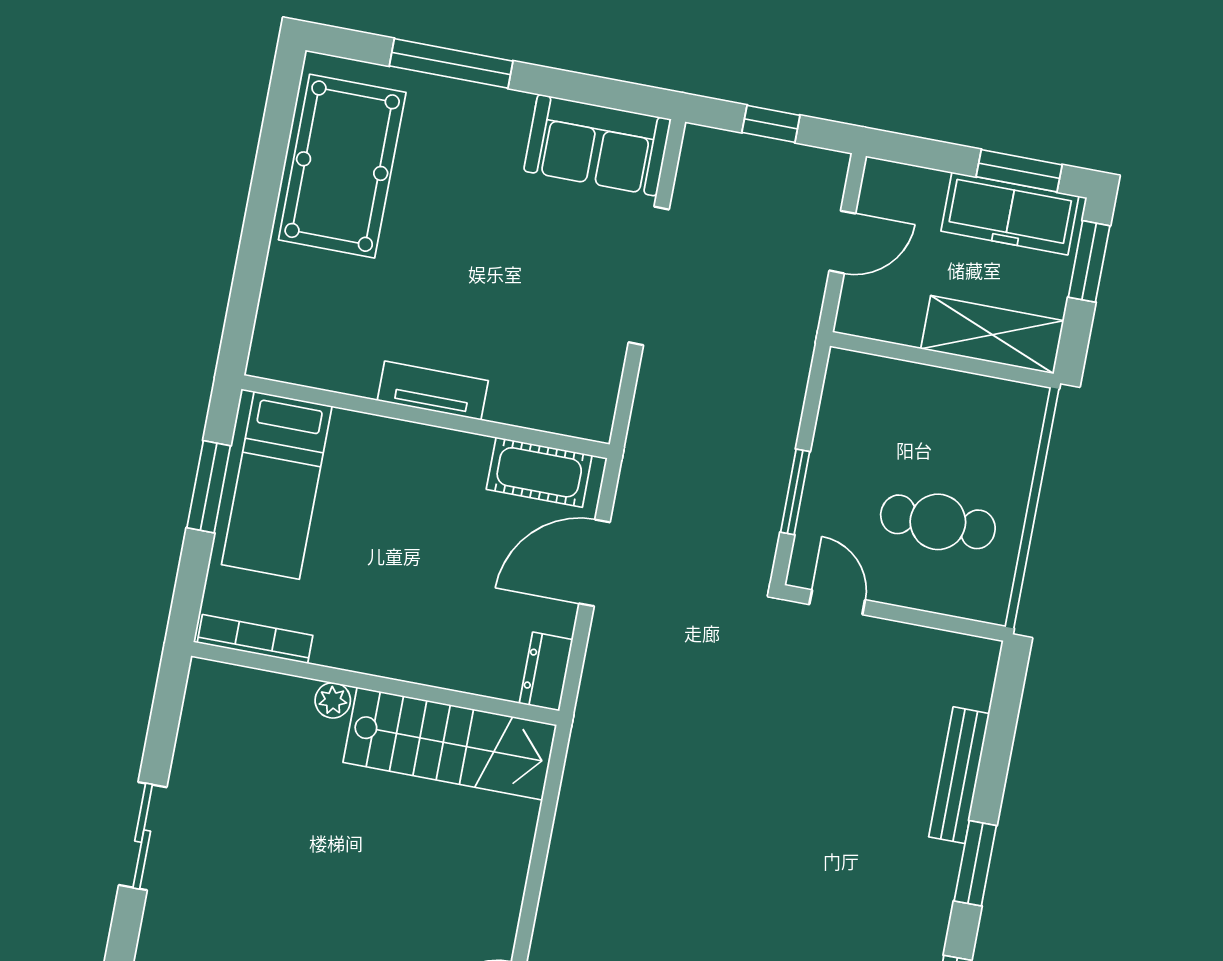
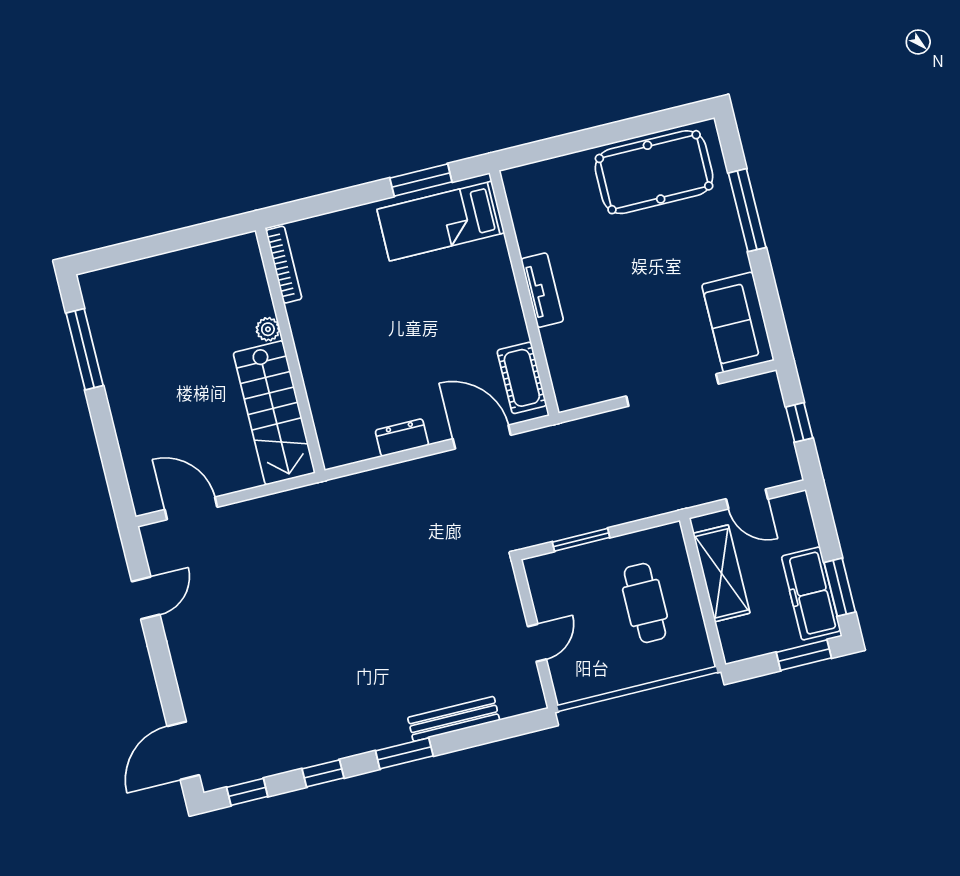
shelving: (992, 335) -> (721, 573), moved
cafe table: (938, 522) -> (645, 603), moved
door: (837, 602) -> (537, 643), moved
bookcase: (255, 639) -> (284, 265), moved
wall: (375, 683) -> (290, 350), moved
plant: (333, 700) -> (268, 329), moved
stairs: (450, 744) -> (274, 413), moved
sliding door: (143, 836) -> (189, 237), removed

